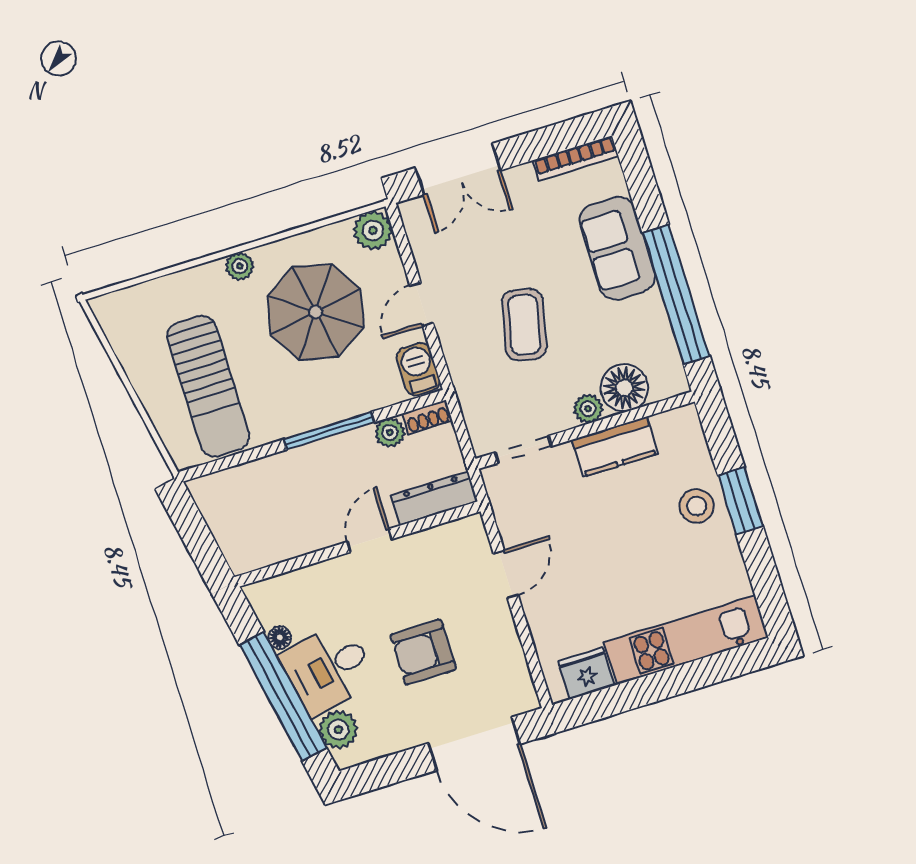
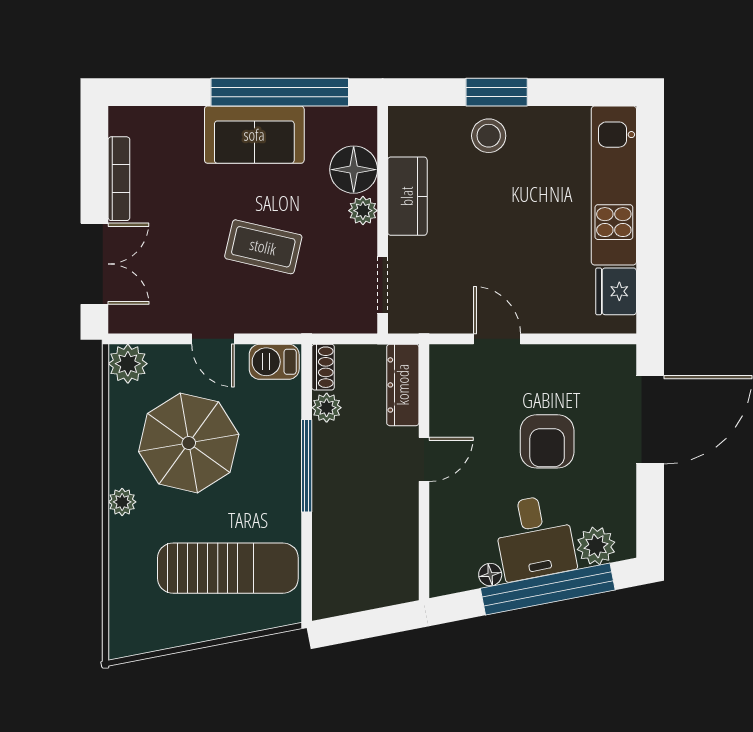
bookcase: (575, 158) -> (119, 179), moved
sofa: (617, 248) -> (254, 135), moved
door: (370, 540) -> (424, 459), swing flipped

